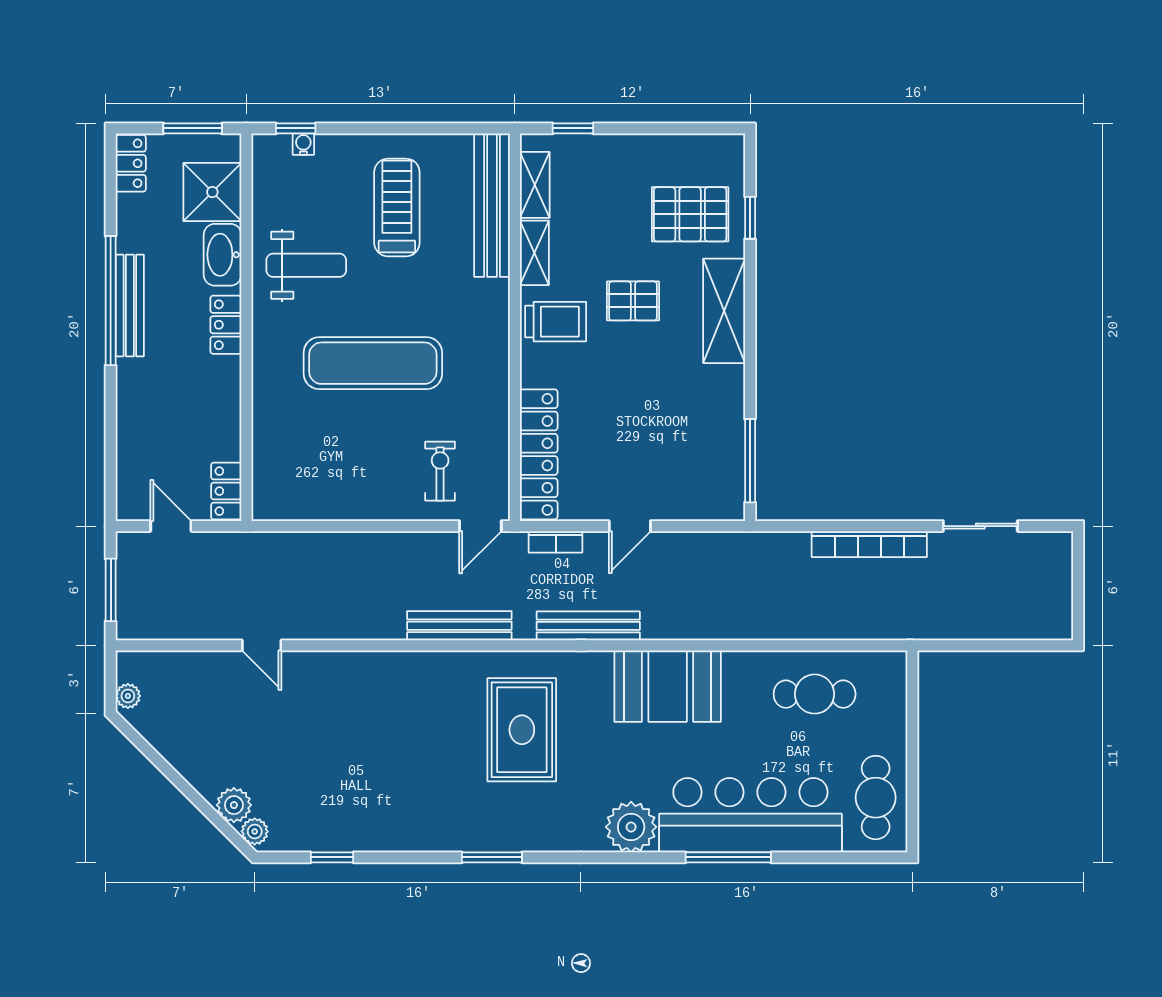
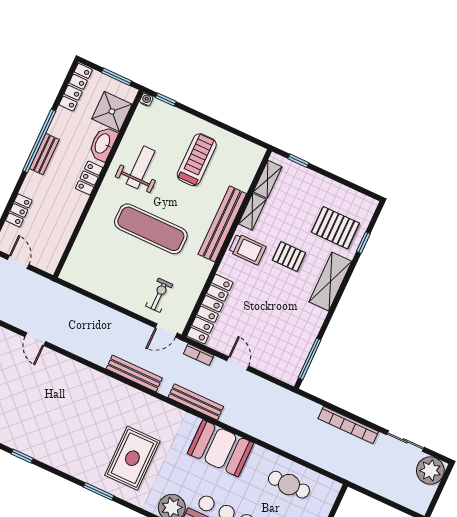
water cooler: (303, 144) -> (146, 100), moved
locker: (131, 163) -> (76, 87), width x1.53
bench: (492, 205) -> (222, 224), moved
weight bench: (306, 265) -> (141, 167), turned -90
bench: (130, 306) -> (44, 154), width x0.73
locker: (226, 491) -> (19, 210), moved, turned 180
door: (630, 526) -> (238, 363), swing flipped
plant: (1047, 557) -> (430, 471), added
rug: (522, 730) -> (132, 458), moved

